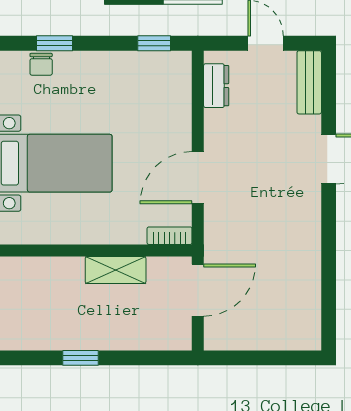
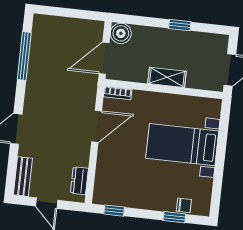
chair: (41, 64) -> (184, 205), turned 90
shelving: (116, 270) -> (167, 77), moved
window: (329, 279) -> (24, 56), added
boiler: (175, 334) -> (121, 33), added

